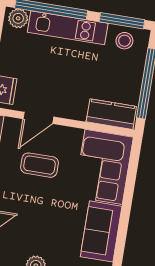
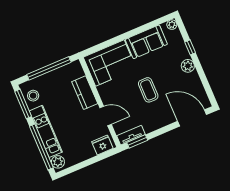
kitchen counter: (111, 114) -> (85, 93), moved
coffee table: (40, 165) -> (148, 90), moved

